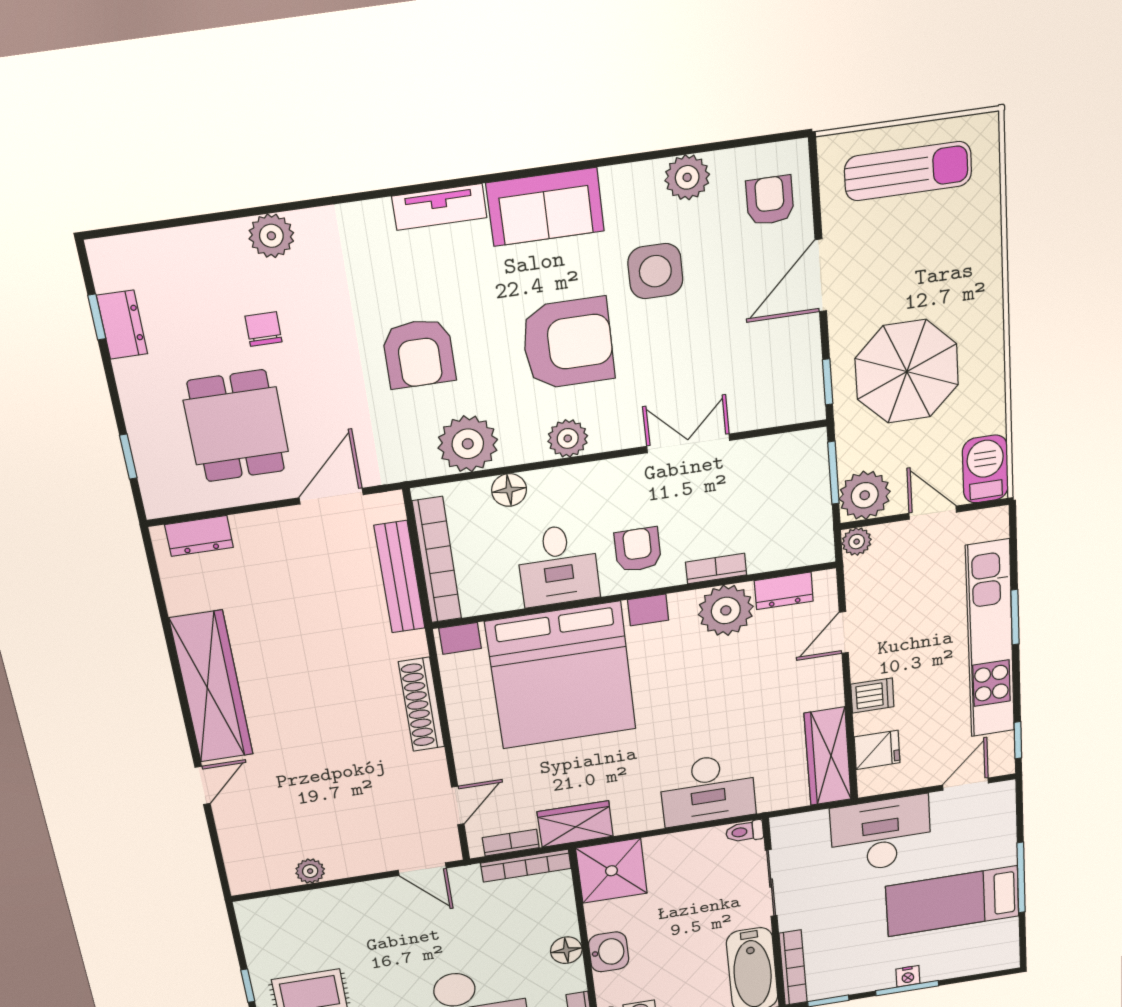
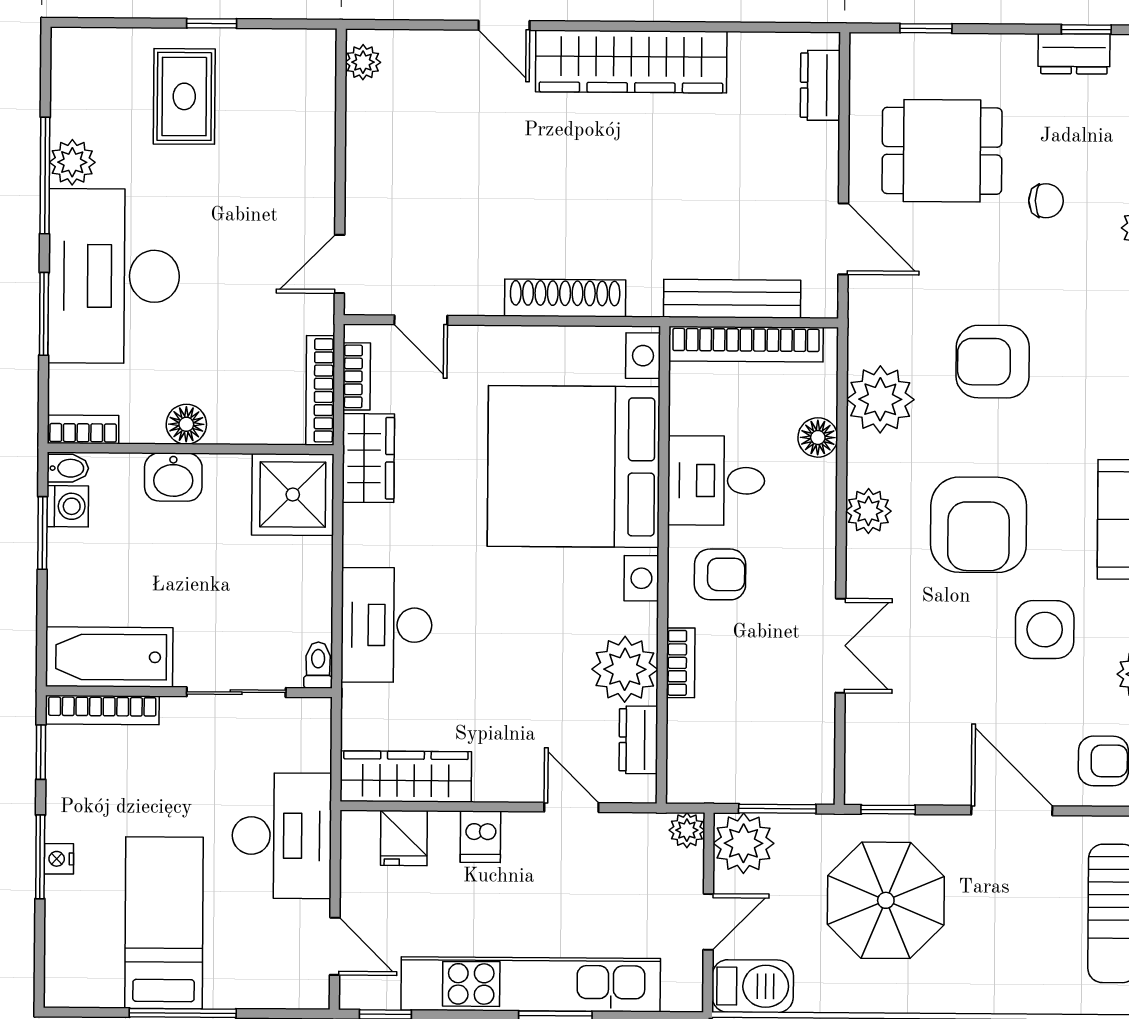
plant: (310, 871) -> (363, 62), moved

